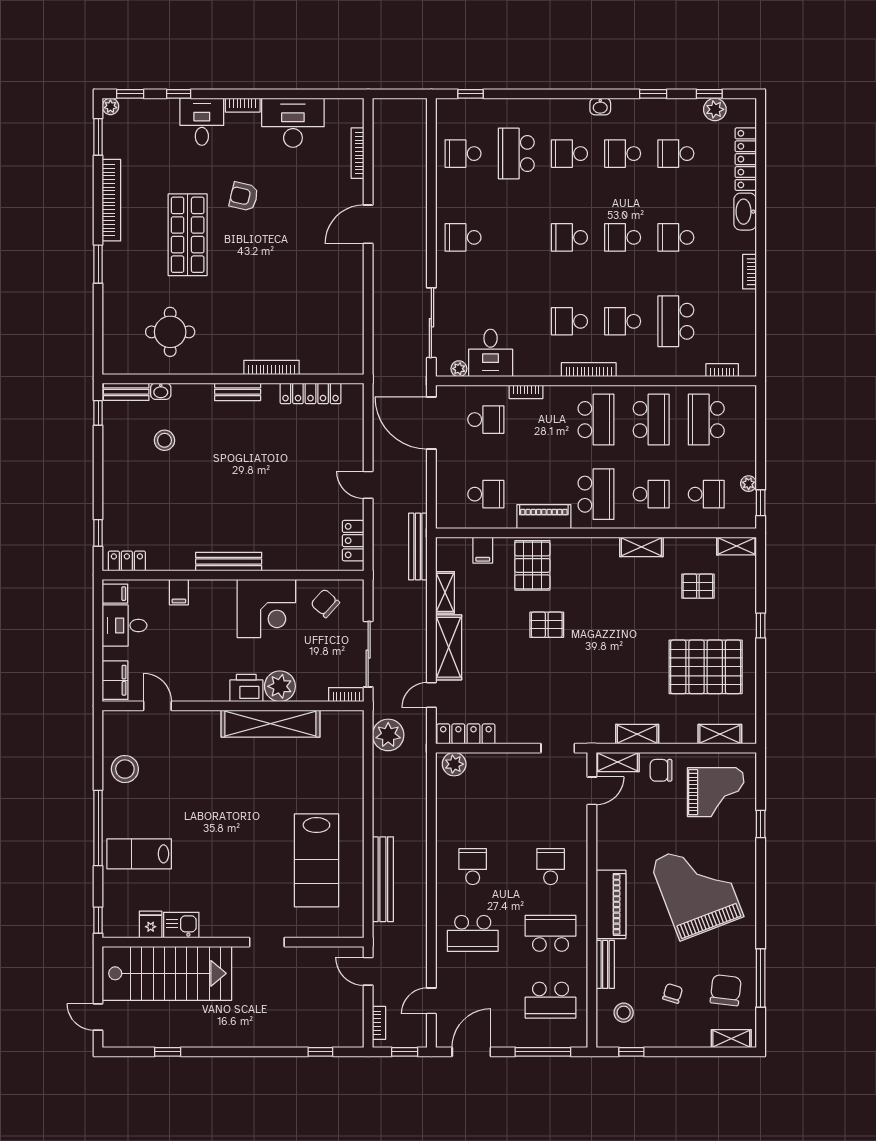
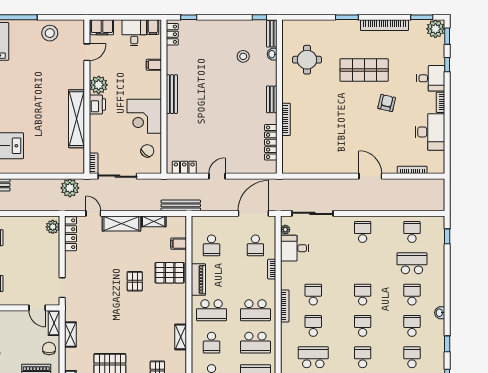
plant: (110, 106) -> (435, 29), width x1.88, depth x1.88
plant: (280, 686) -> (99, 85), moved

